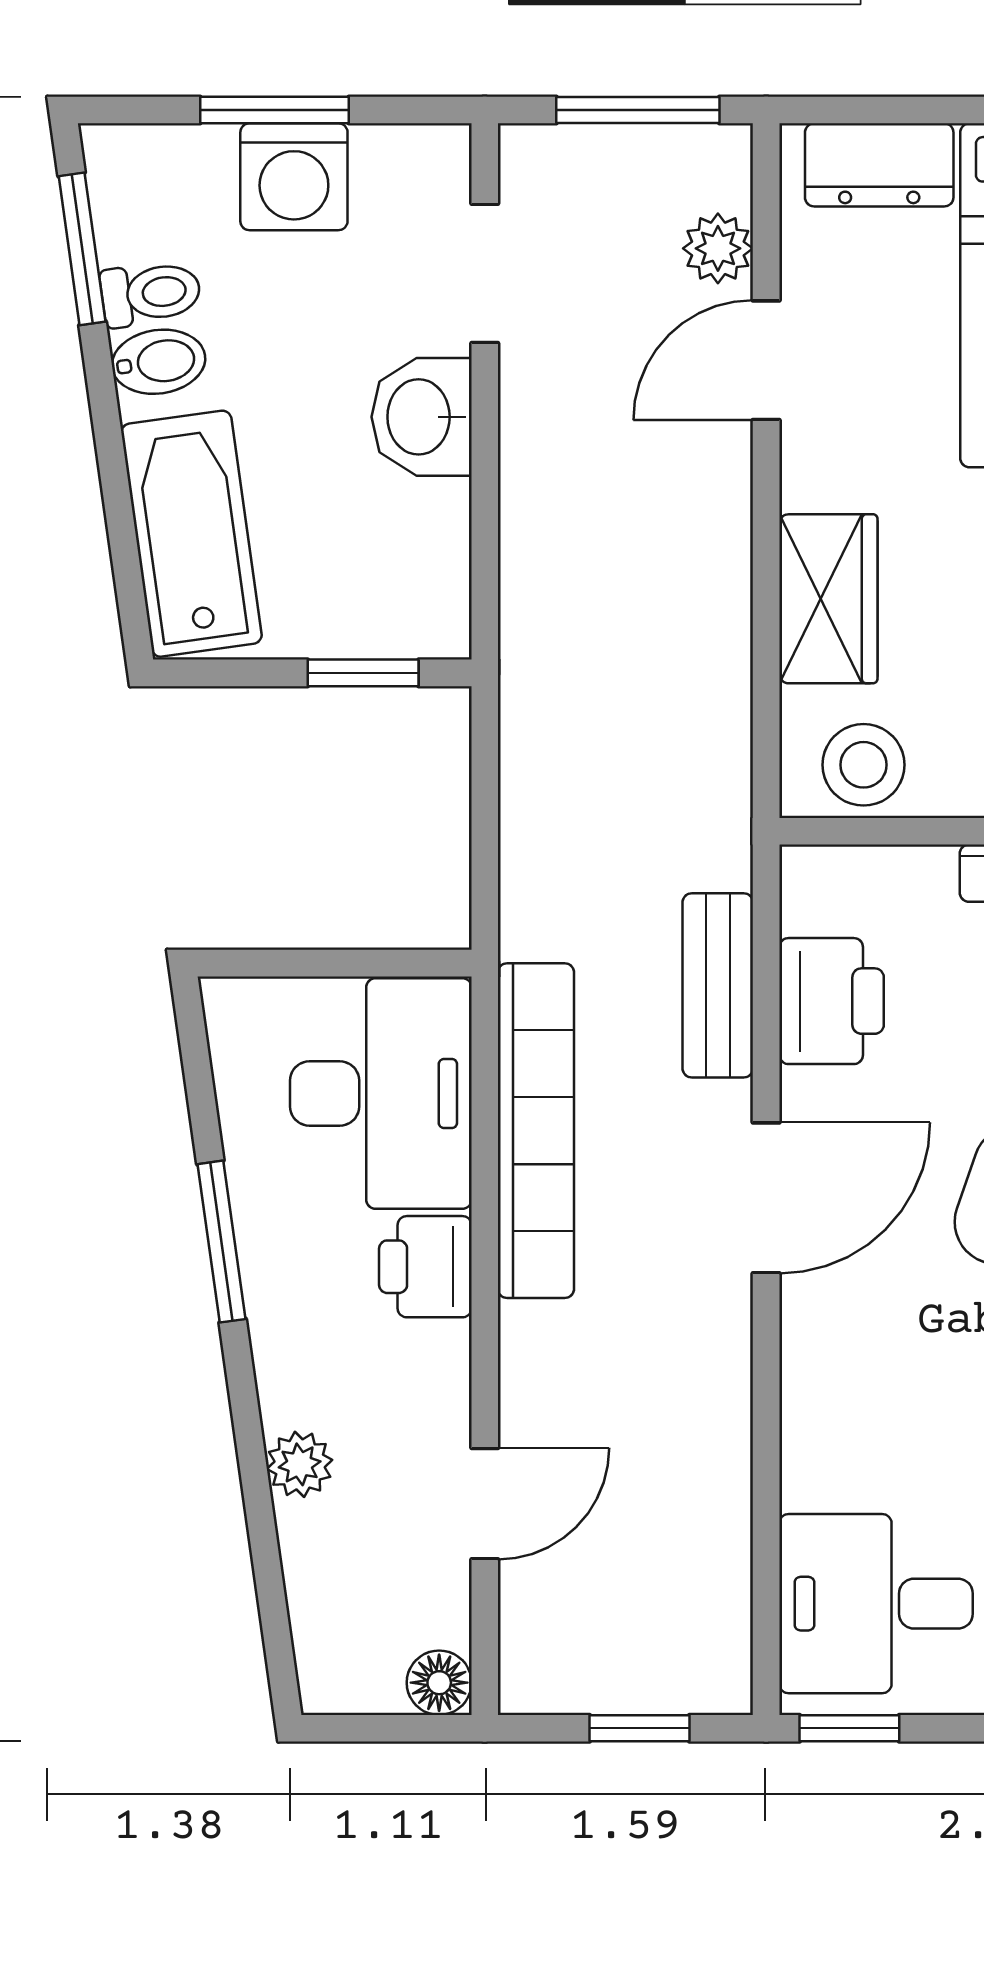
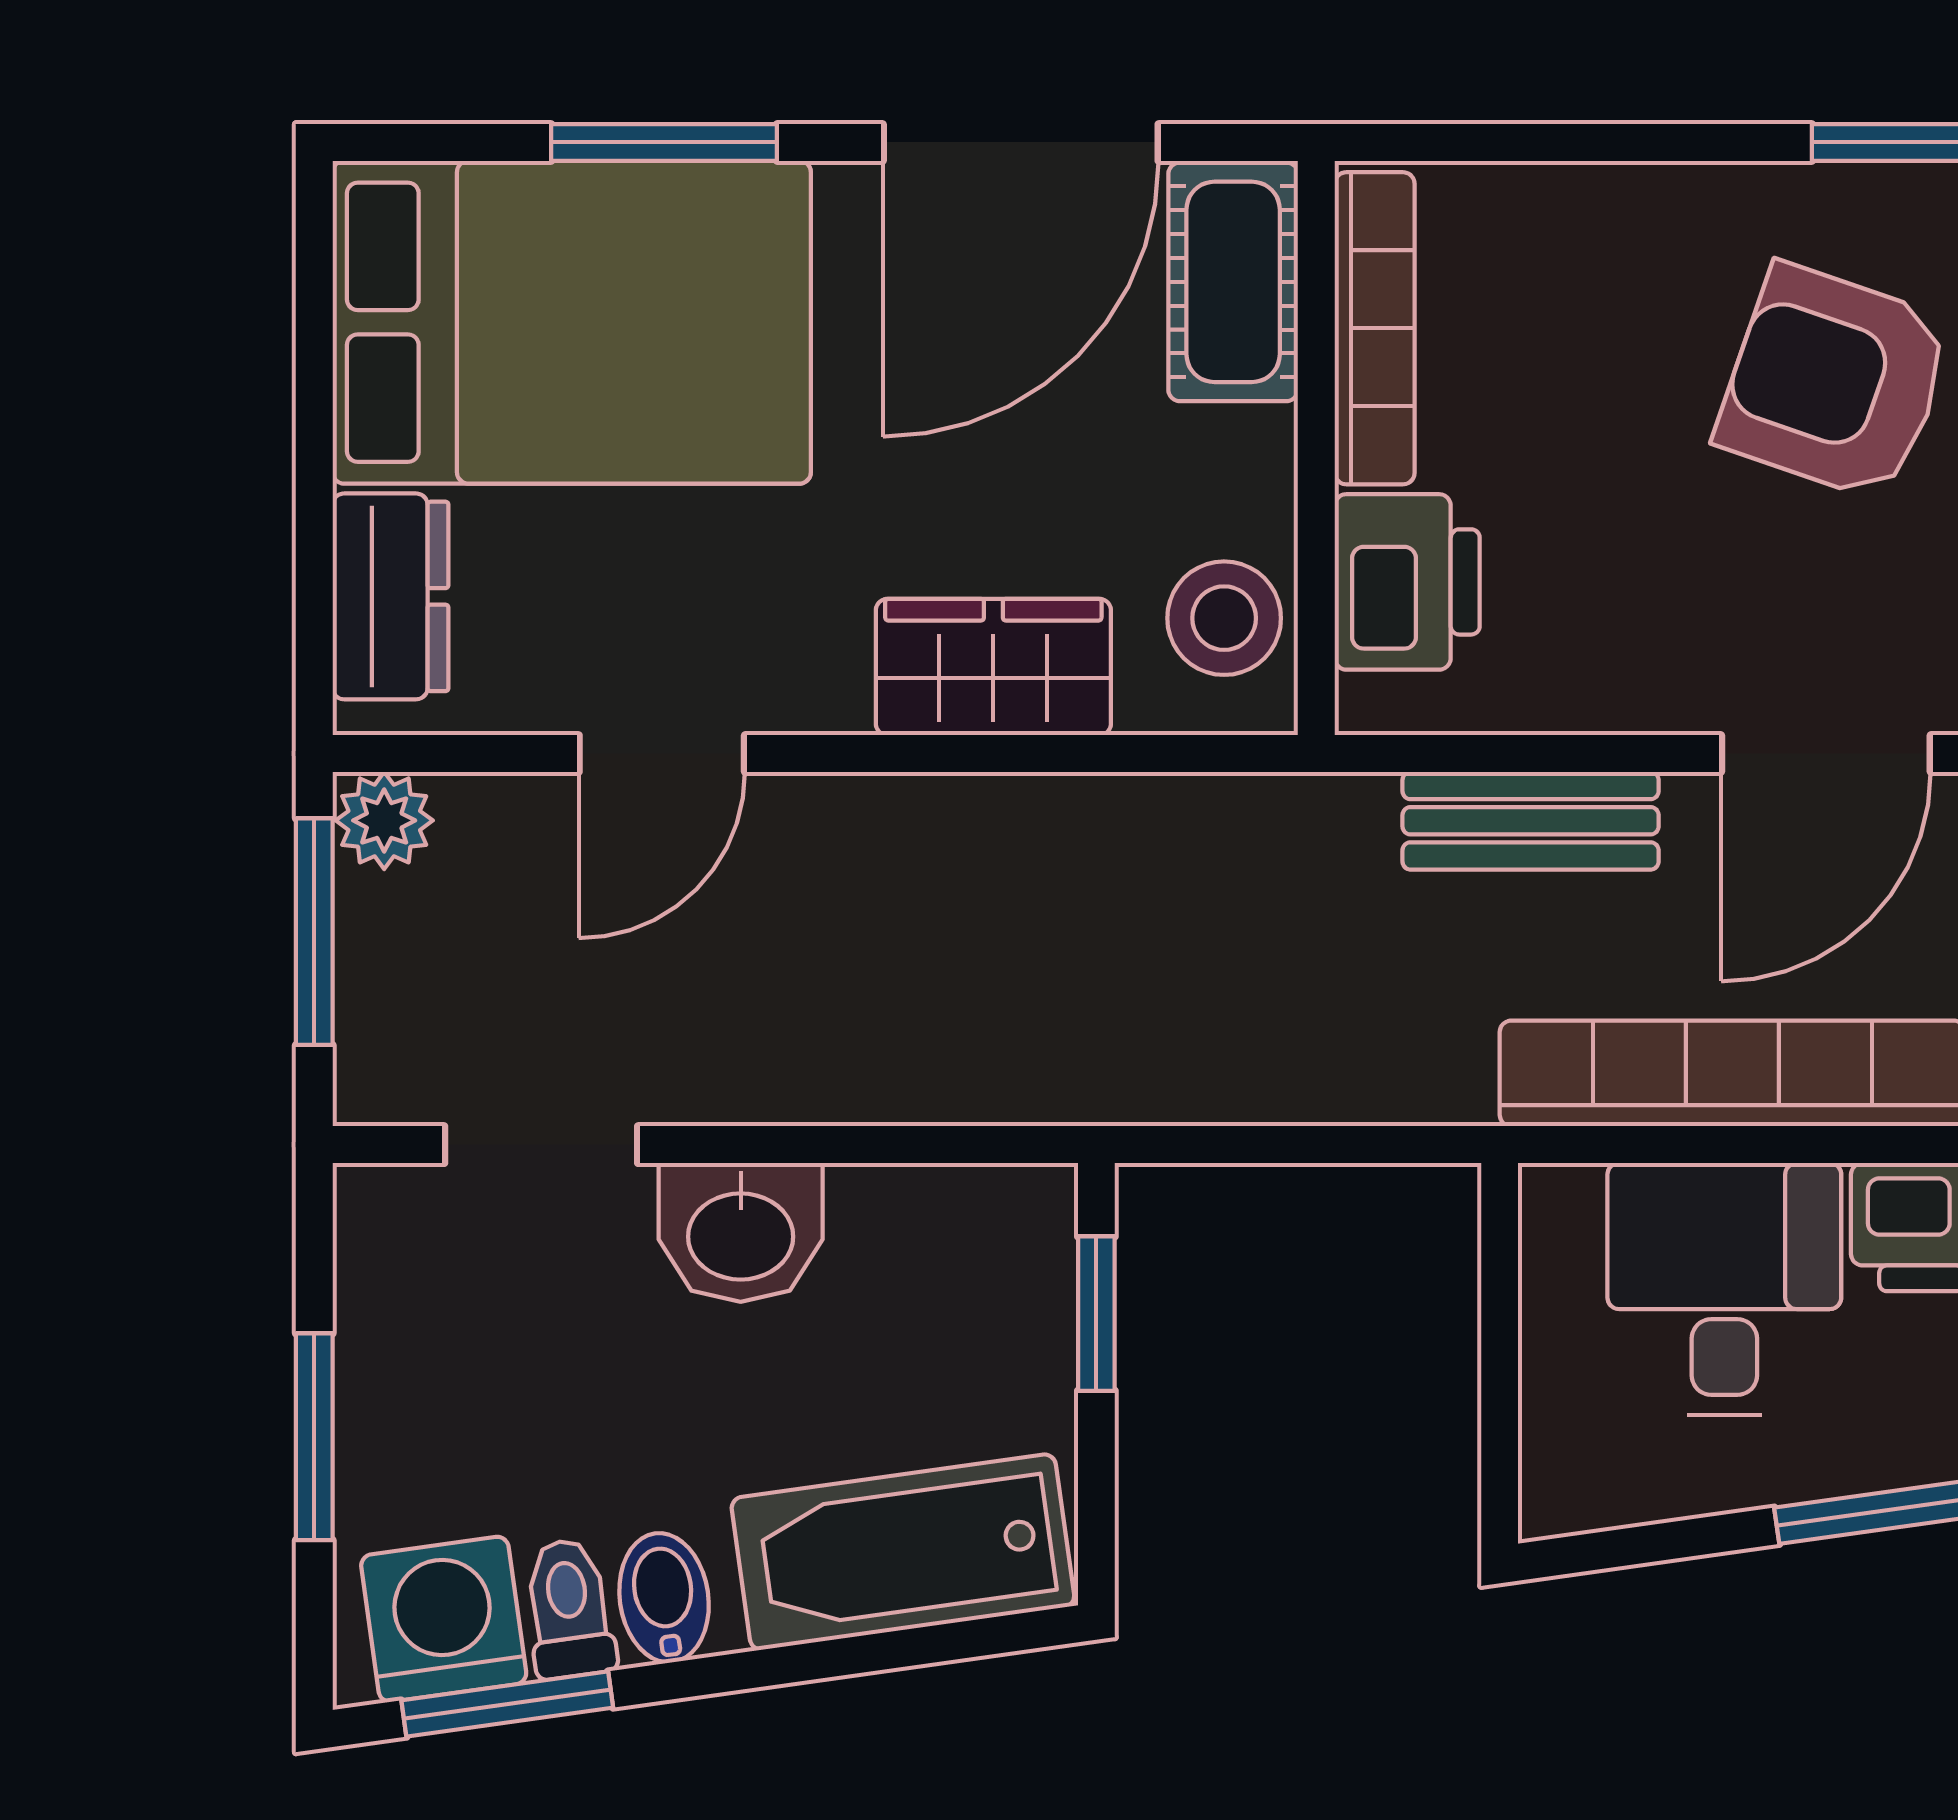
washing machine: (294, 177) -> (444, 1619), moved, turned -98
plant: (718, 248) -> (384, 820), moved
door: (766, 360) -> (662, 754), hinge flipped
printer: (832, 1001) -> (1407, 582), moved, turned 90
desk: (381, 1093) -> (1724, 1289), width x0.73
door: (766, 1198) -> (1826, 754), swing flipped

